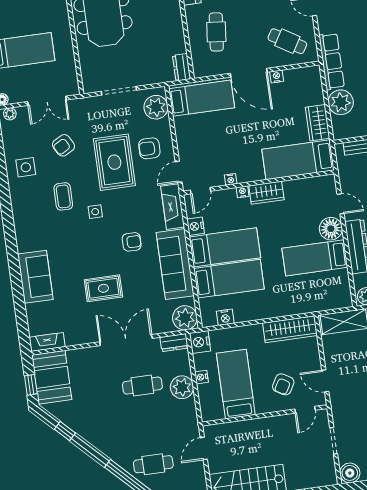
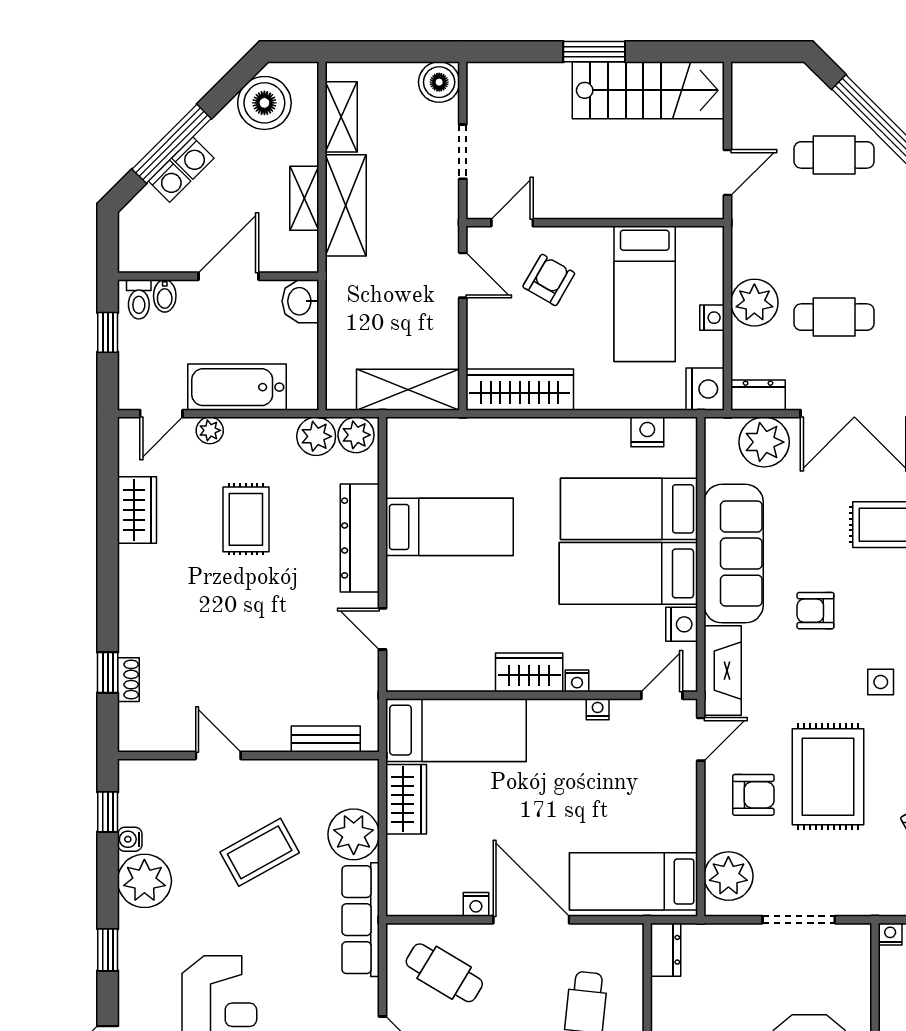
nightstand: (74, 90) -> (890, 934), added
floor lamp: (331, 229) -> (409, 581), removed
plant: (185, 318) -> (764, 442), moved

